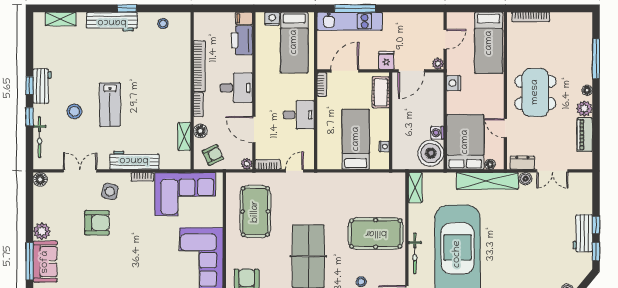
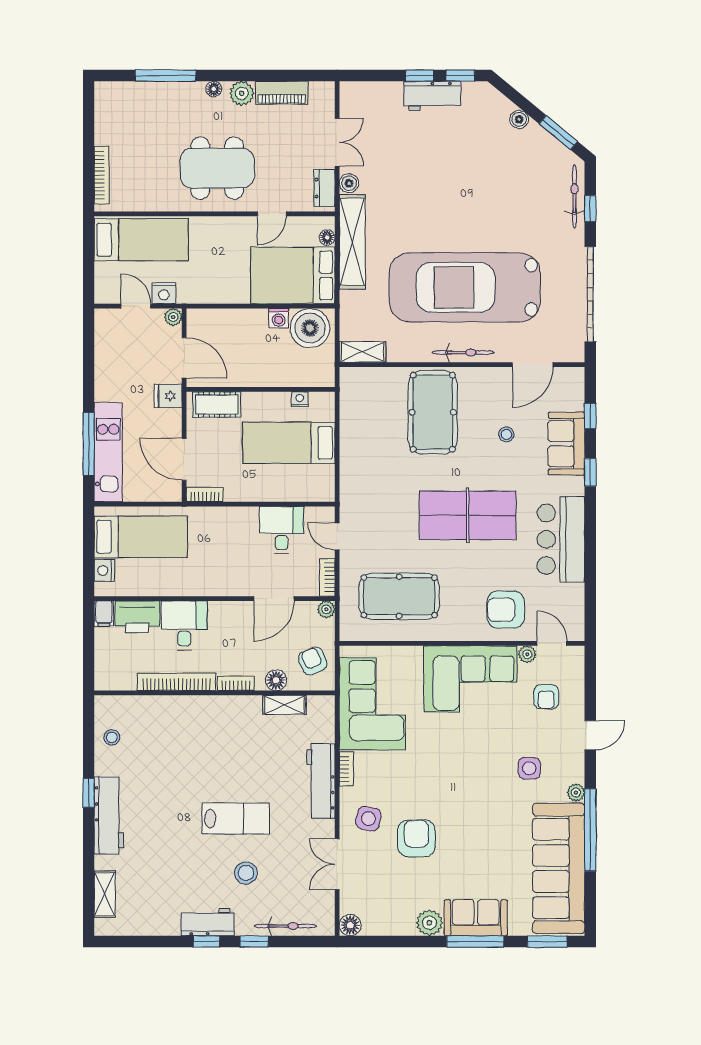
nightstand: (454, 83) -> (164, 293), moved
desk: (236, 88) -> (184, 625), moved
desk: (299, 115) -> (282, 530), moved

